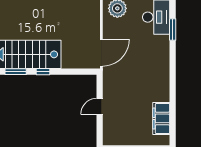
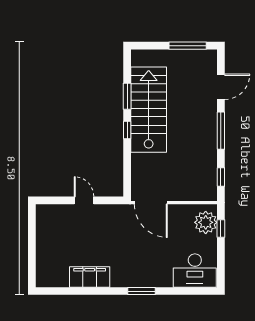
window: (173, 30) -> (142, 291), moved
filing cabinet: (161, 118) -> (90, 277), moved

